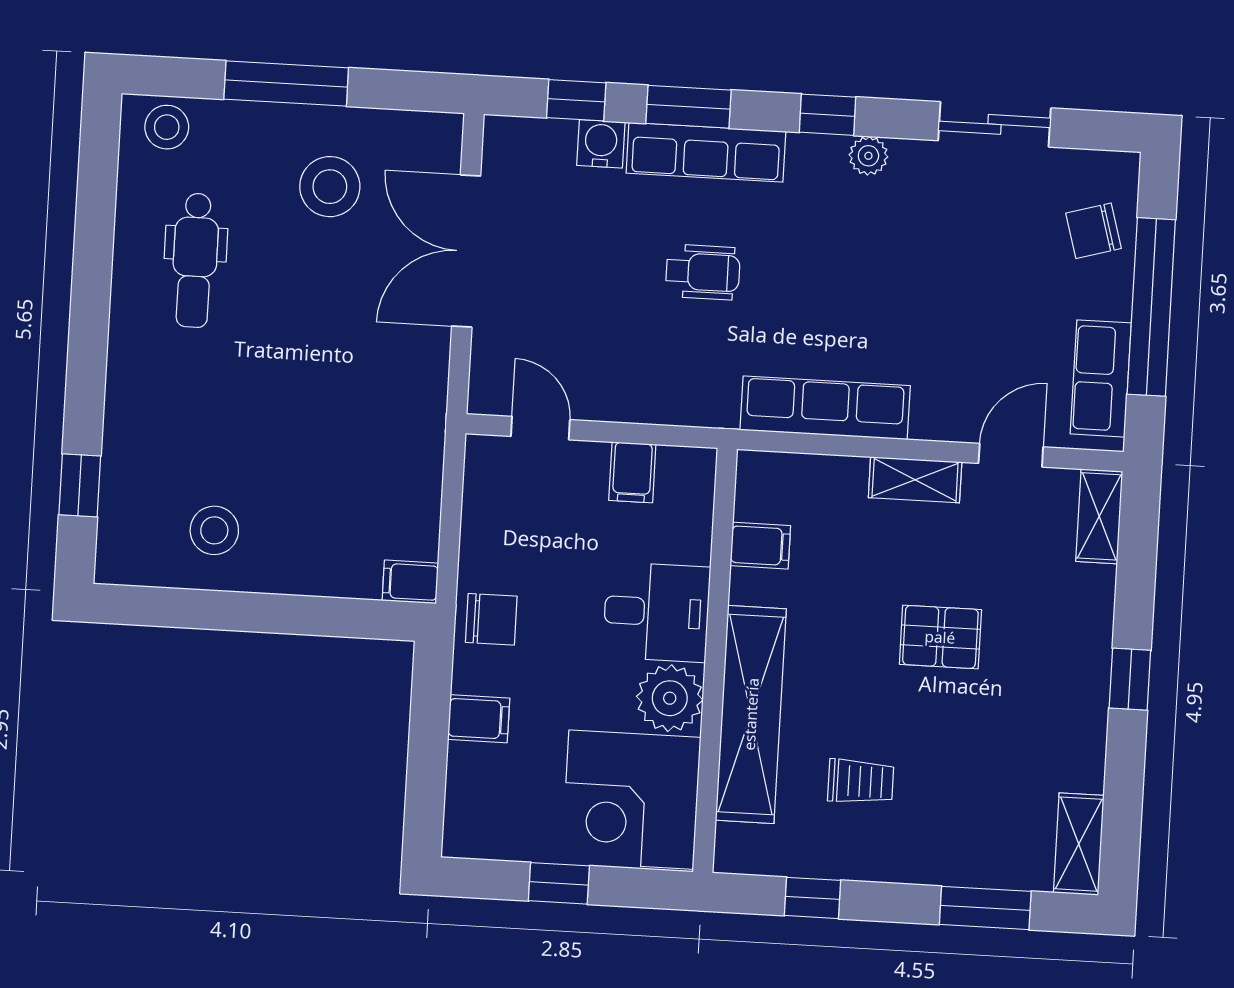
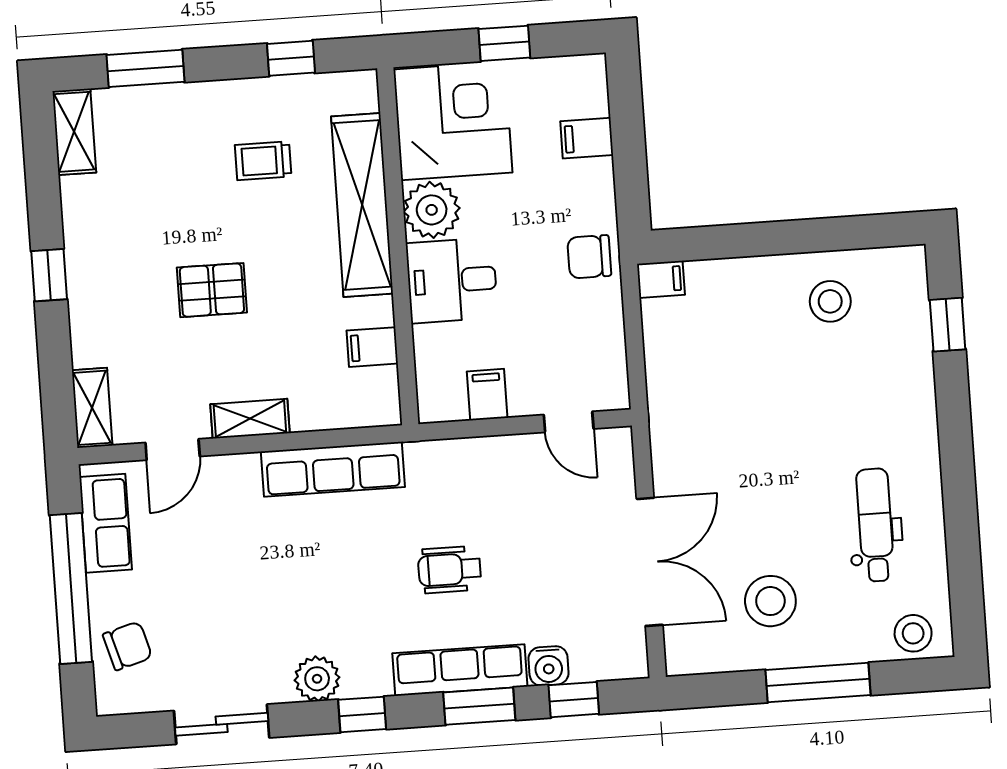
plant: (868, 156) -> (317, 679), width x1.38, depth x1.38
filing cabinet: (479, 719) -> (587, 138), moved

